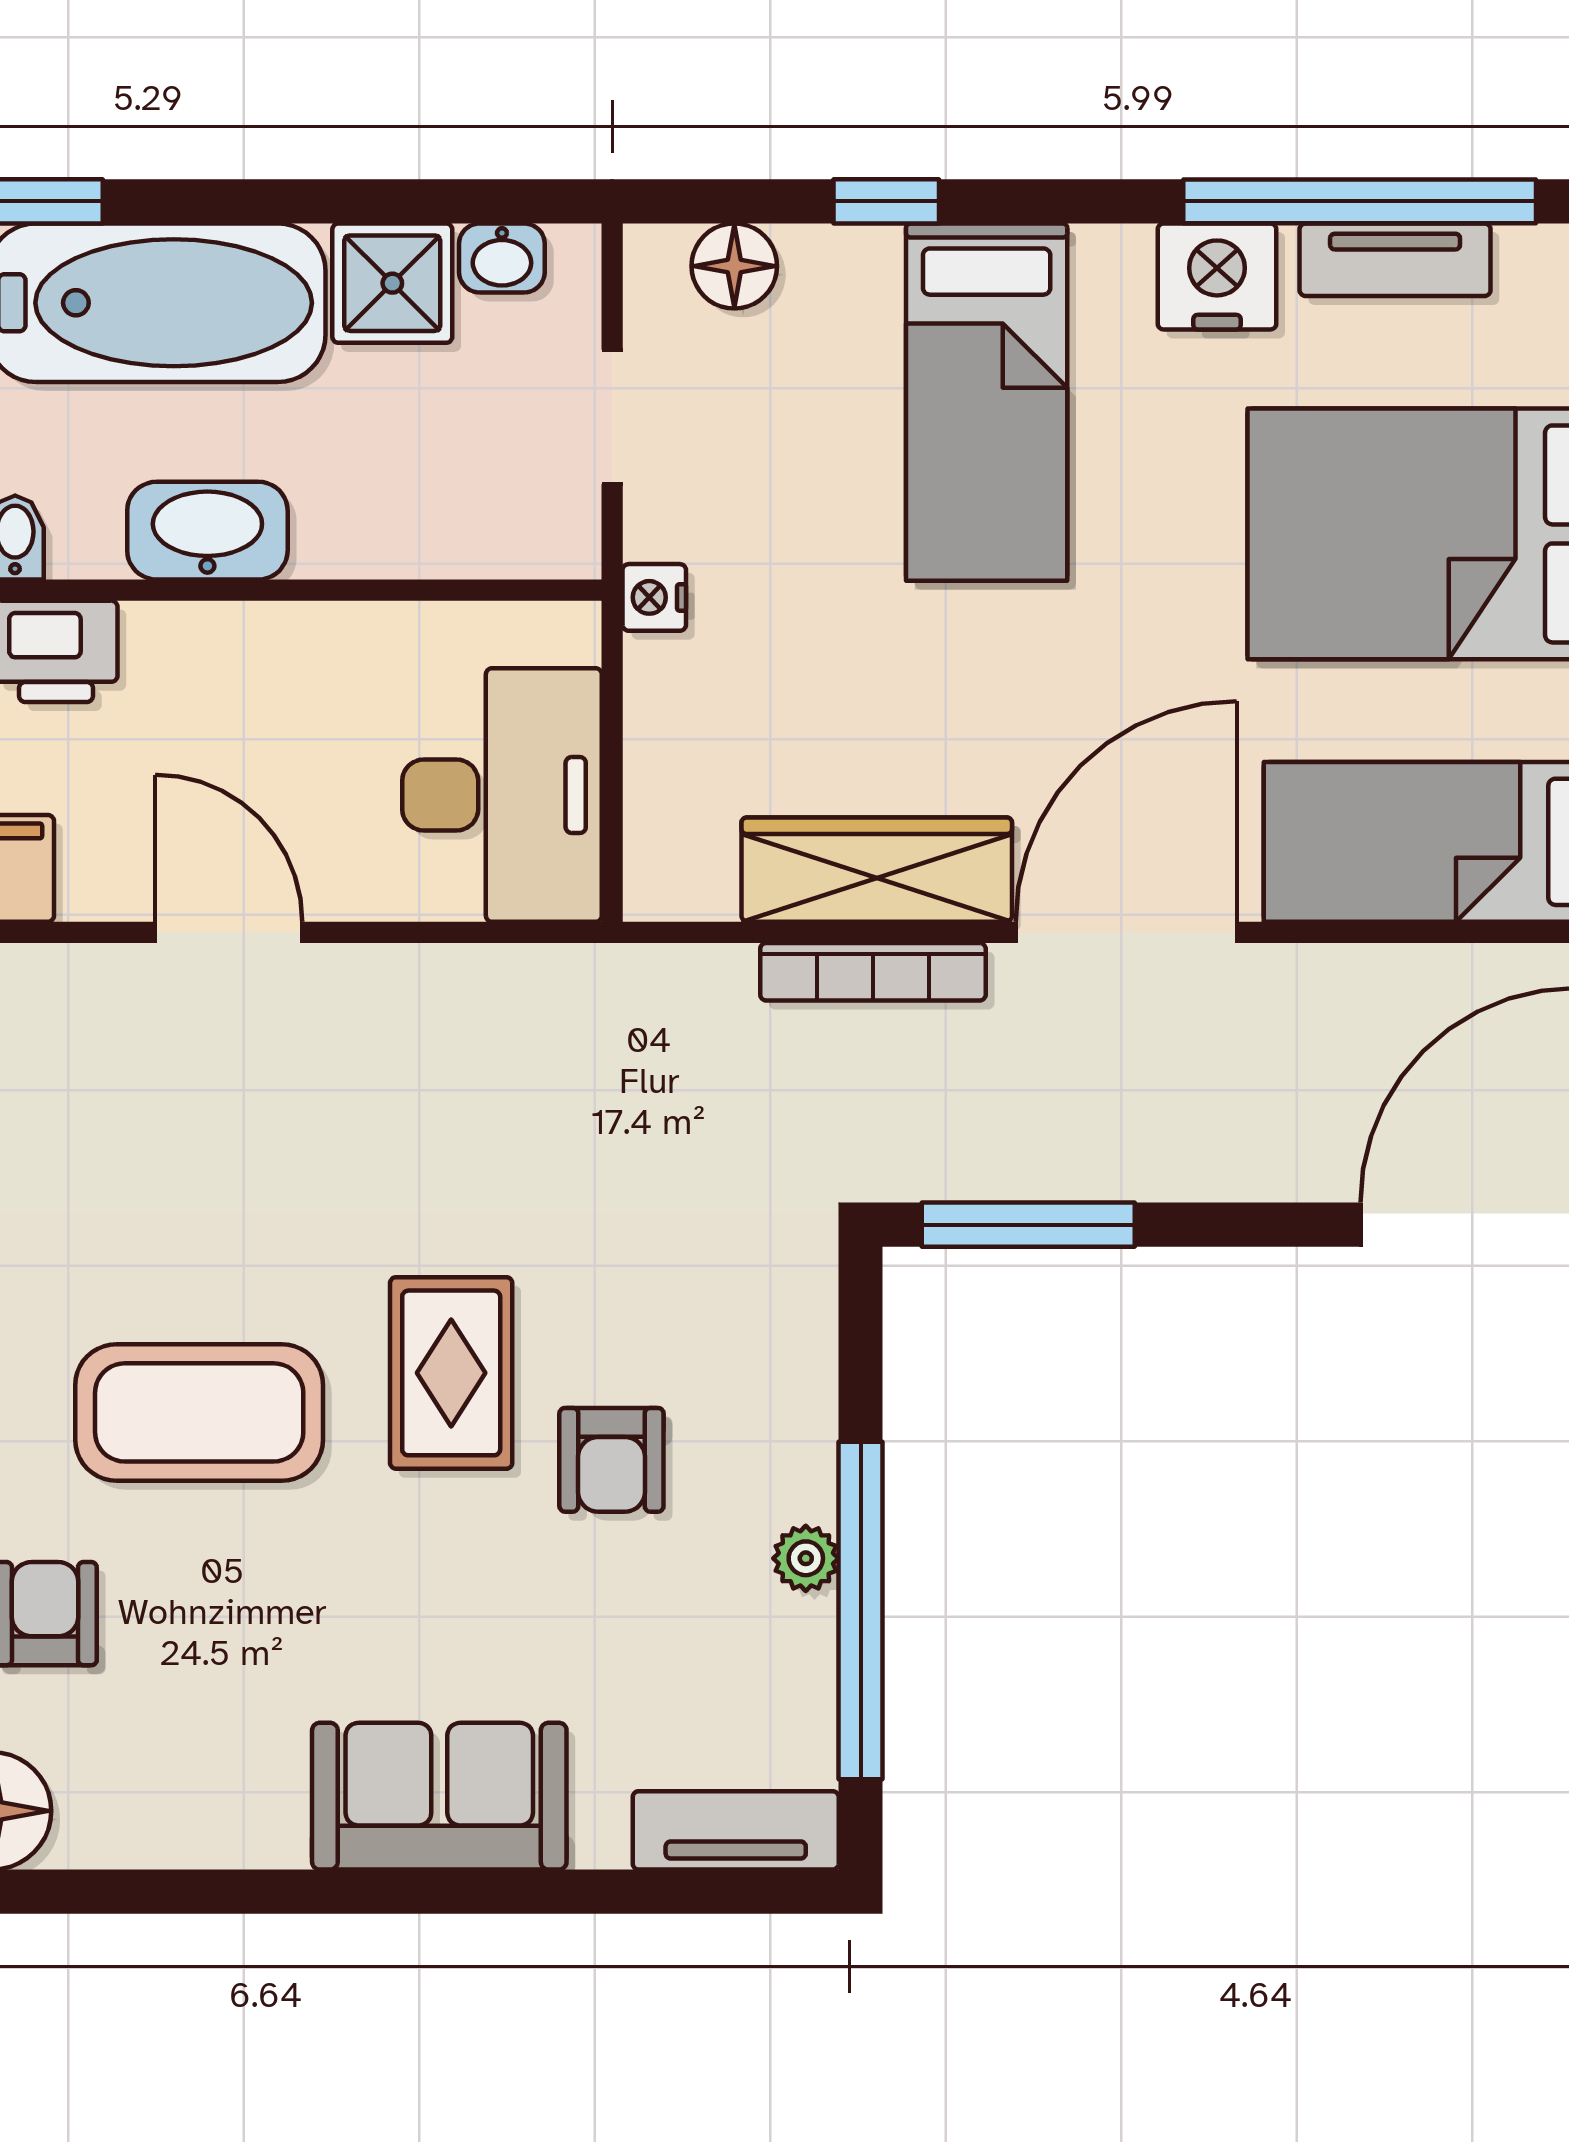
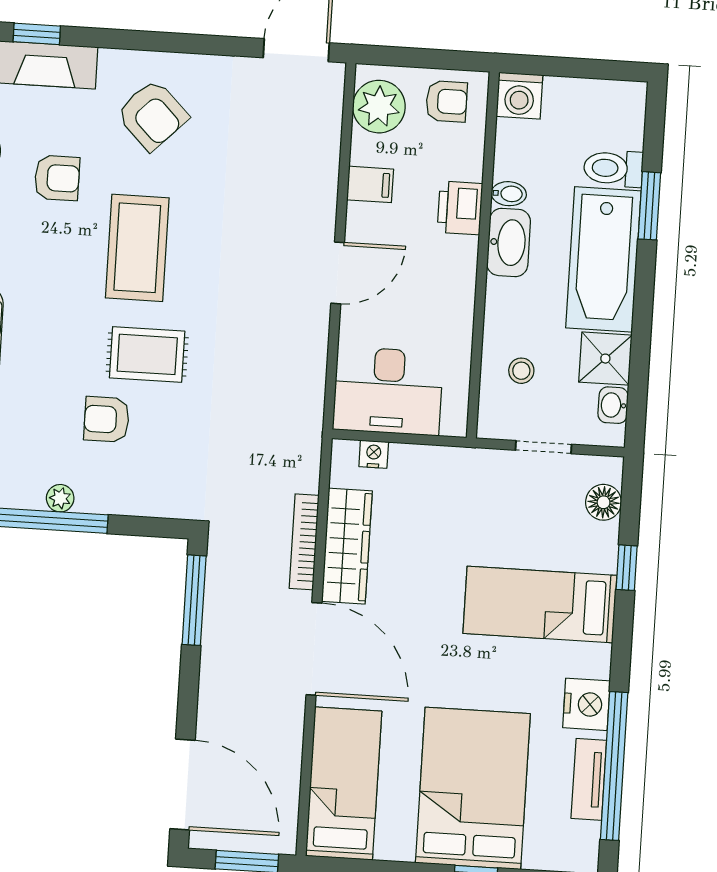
stool: (434, 481) -> (521, 371), added
washbasin: (207, 531) -> (509, 242), moved
nightstand: (654, 597) -> (374, 454), moved

